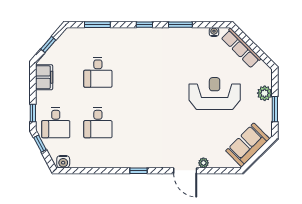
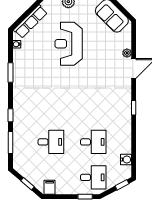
window: (144, 25) -> (11, 115), moved
filing cabinet: (44, 77) -> (50, 187), width x0.50
window: (40, 144) -> (122, 185), moved
water cooler: (63, 162) -> (126, 159), moved

